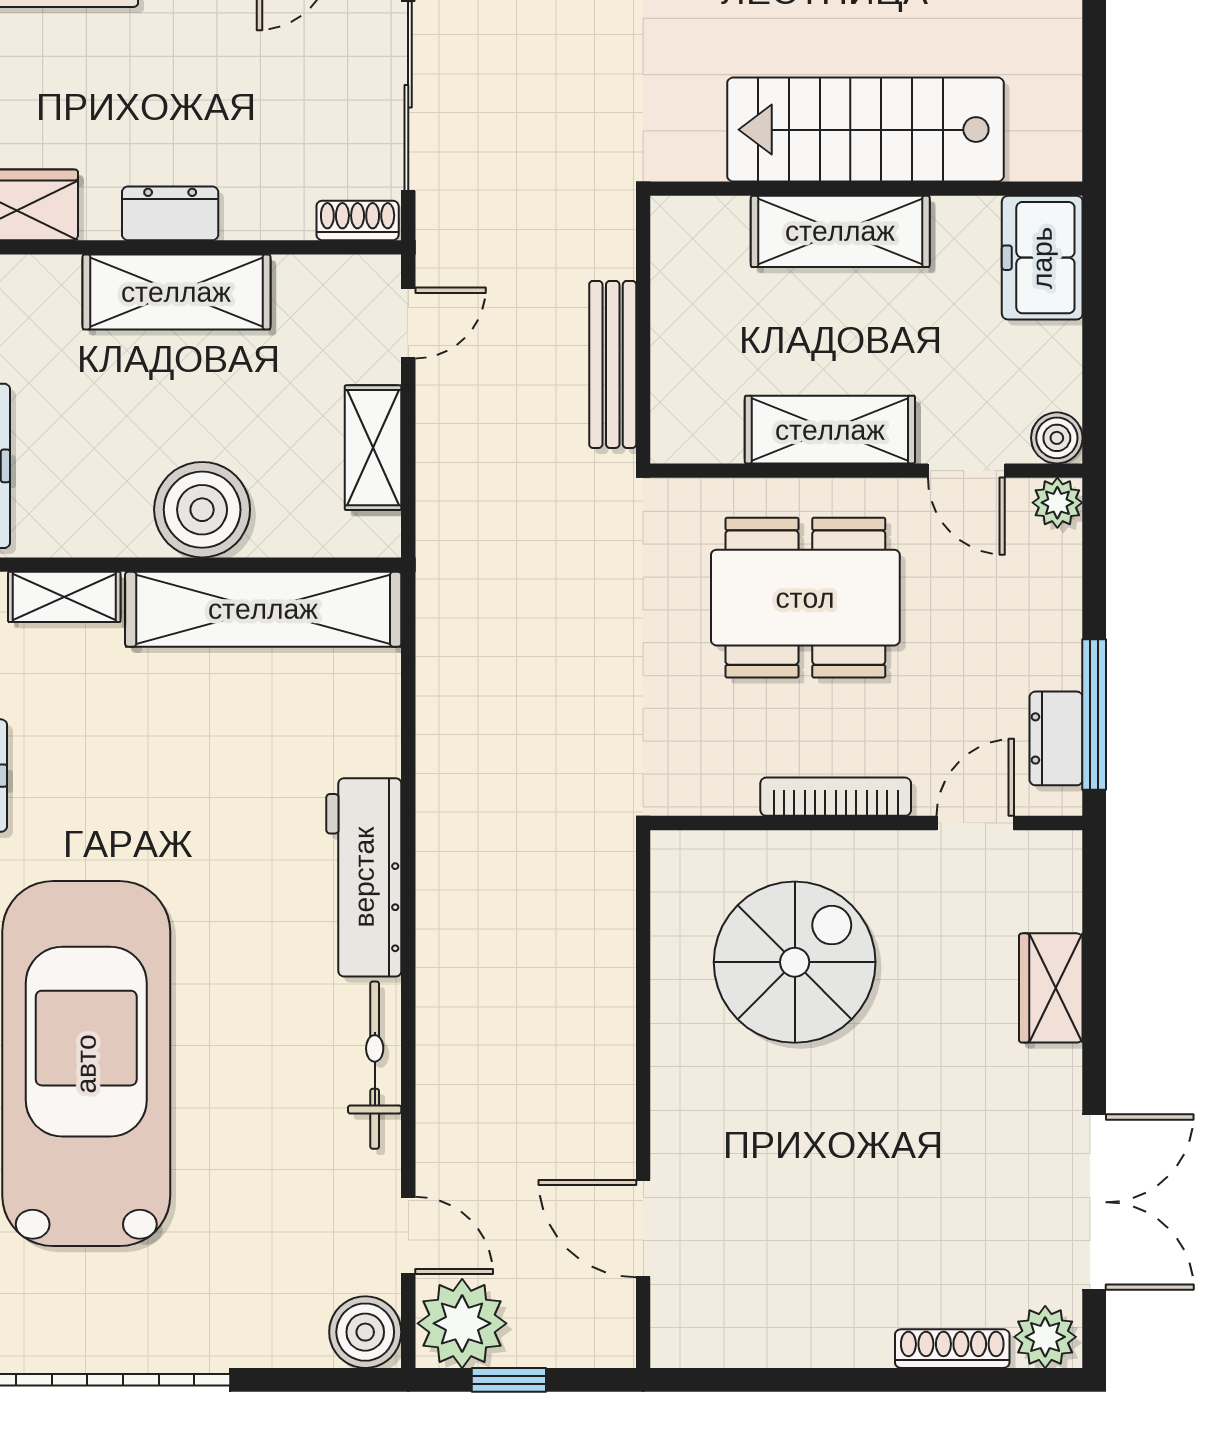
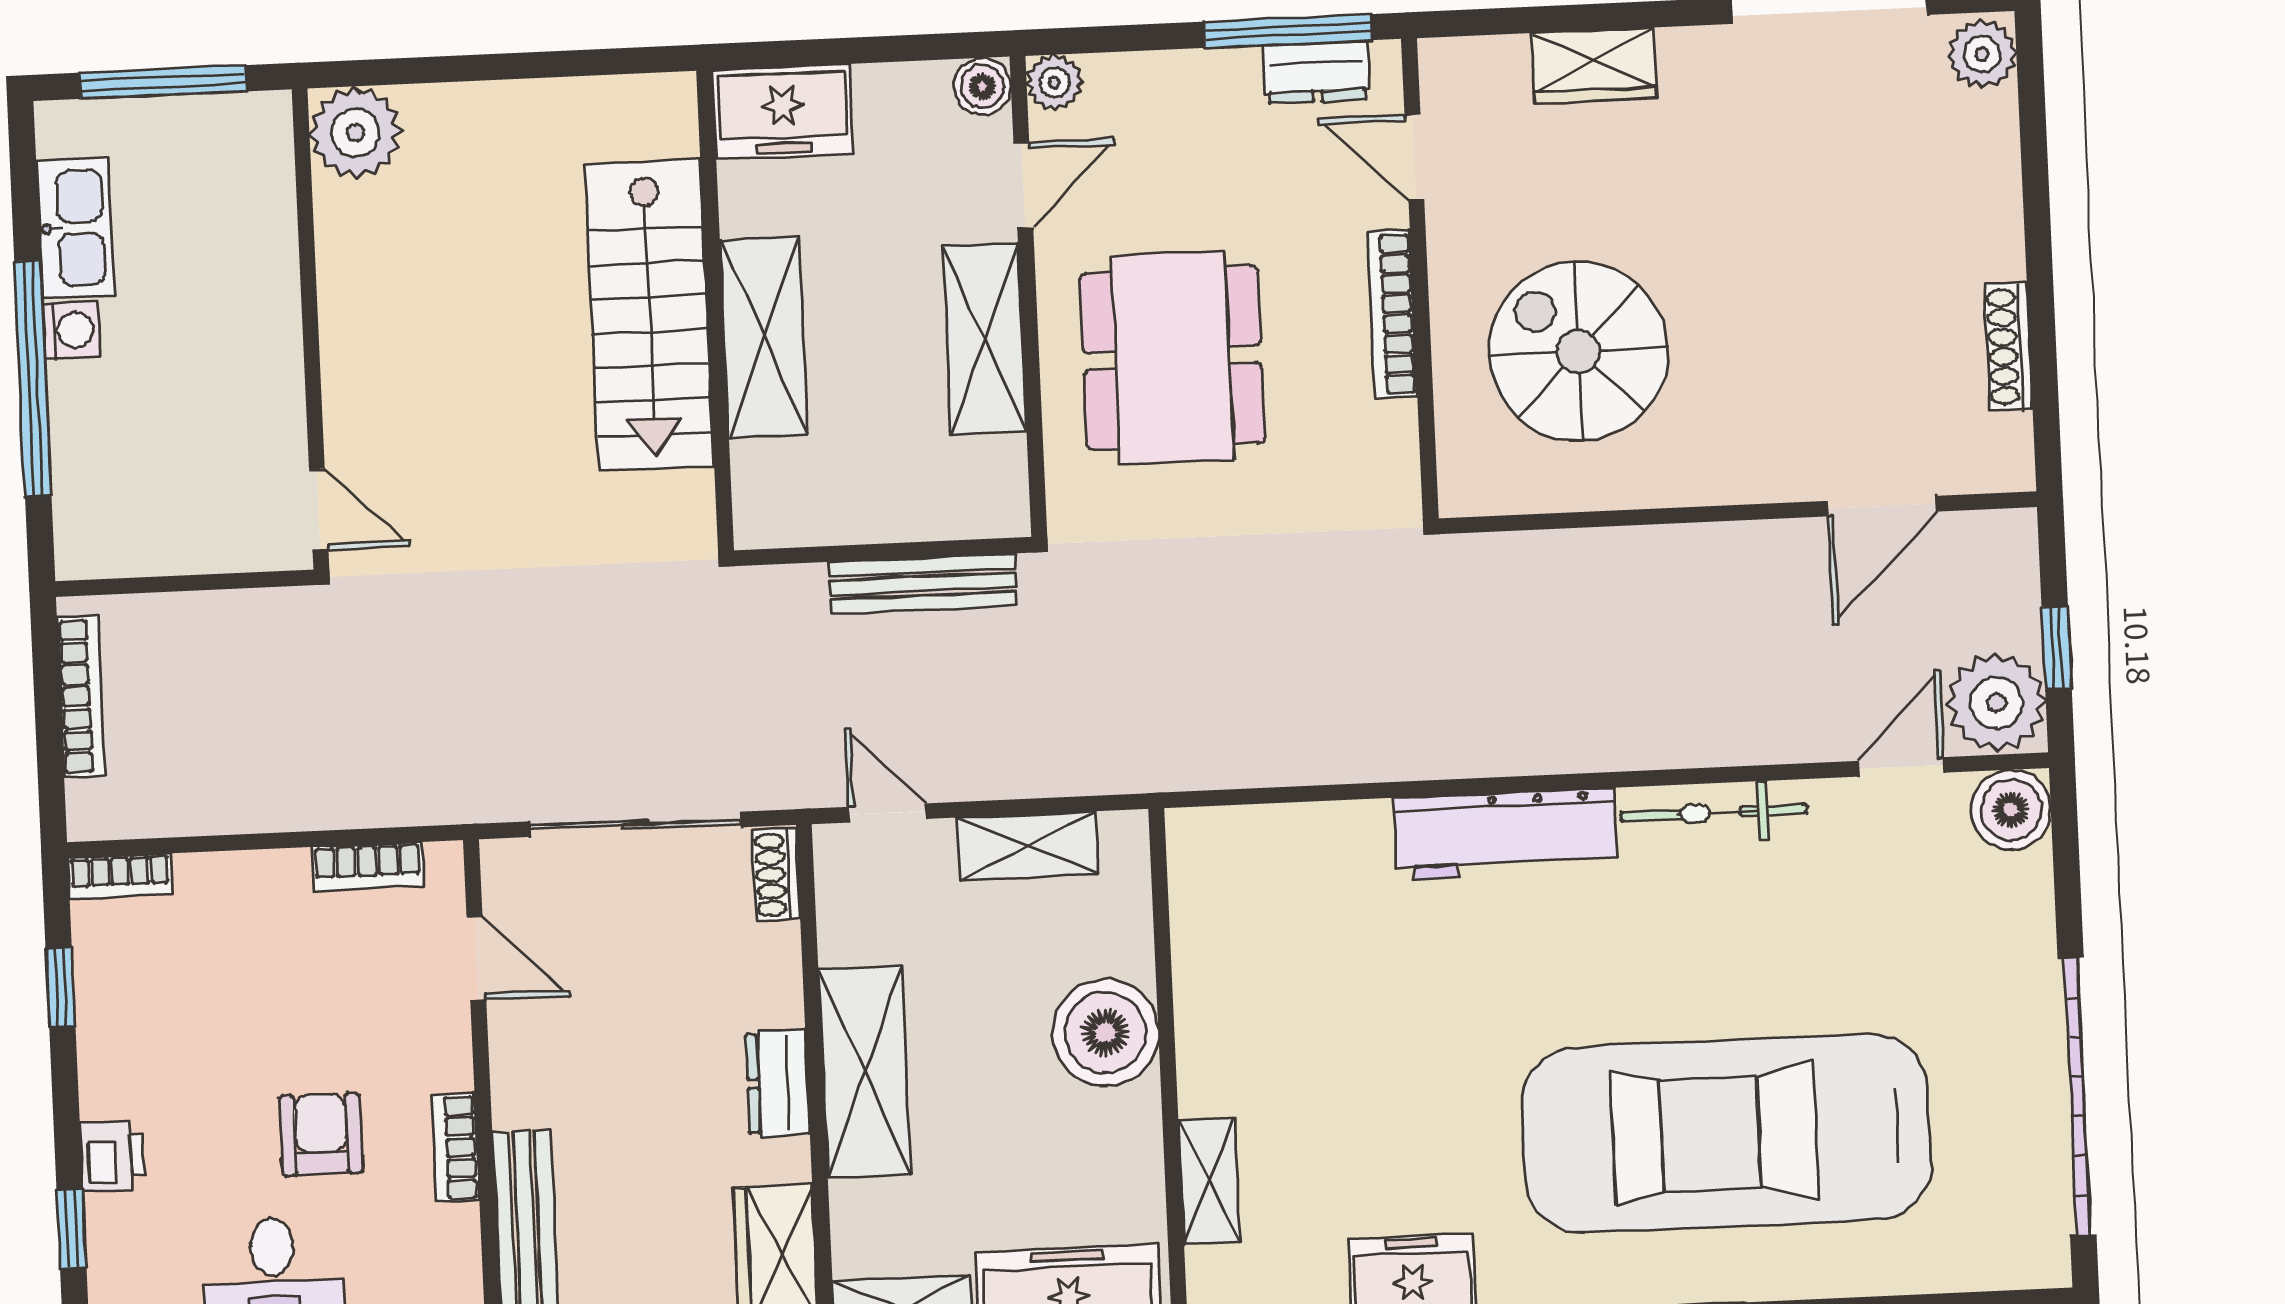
shelving: (263, 609) -> (1213, 960), removed
shoe rack: (952, 1349) -> (2008, 347), moved

